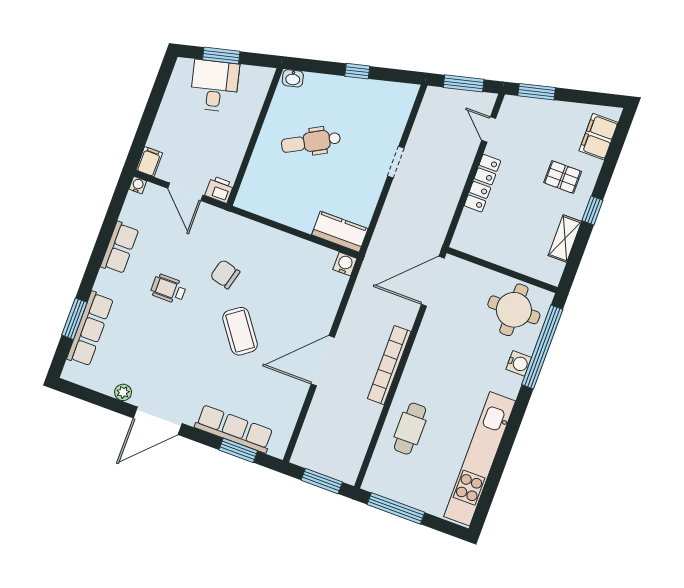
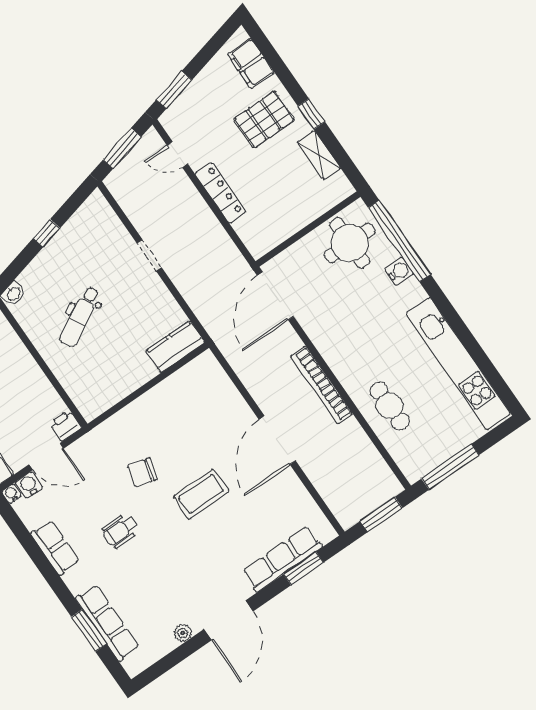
pallet: (563, 177) -> (264, 119), width x1.50, depth x1.42
water cooler: (345, 264) -> (29, 485), moved
coffee table: (240, 331) -> (201, 494), turned -54

